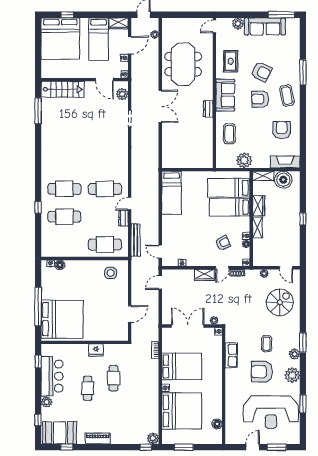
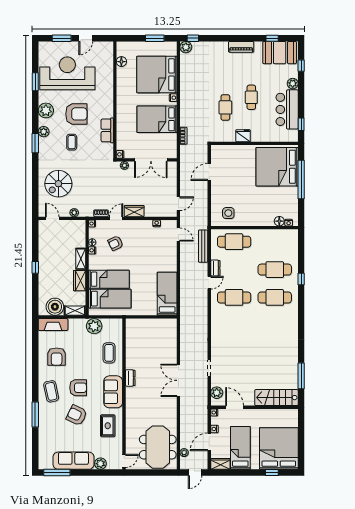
meeting table: (183, 64) -> (158, 447), moved

